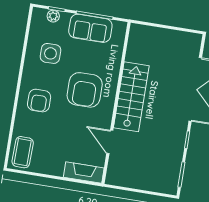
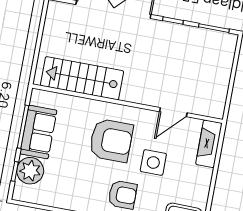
plant: (53, 16) -> (30, 171), width x1.88, depth x1.88
side table: (50, 53) -> (153, 163), moved
stairs: (131, 97) -> (82, 78), moved

